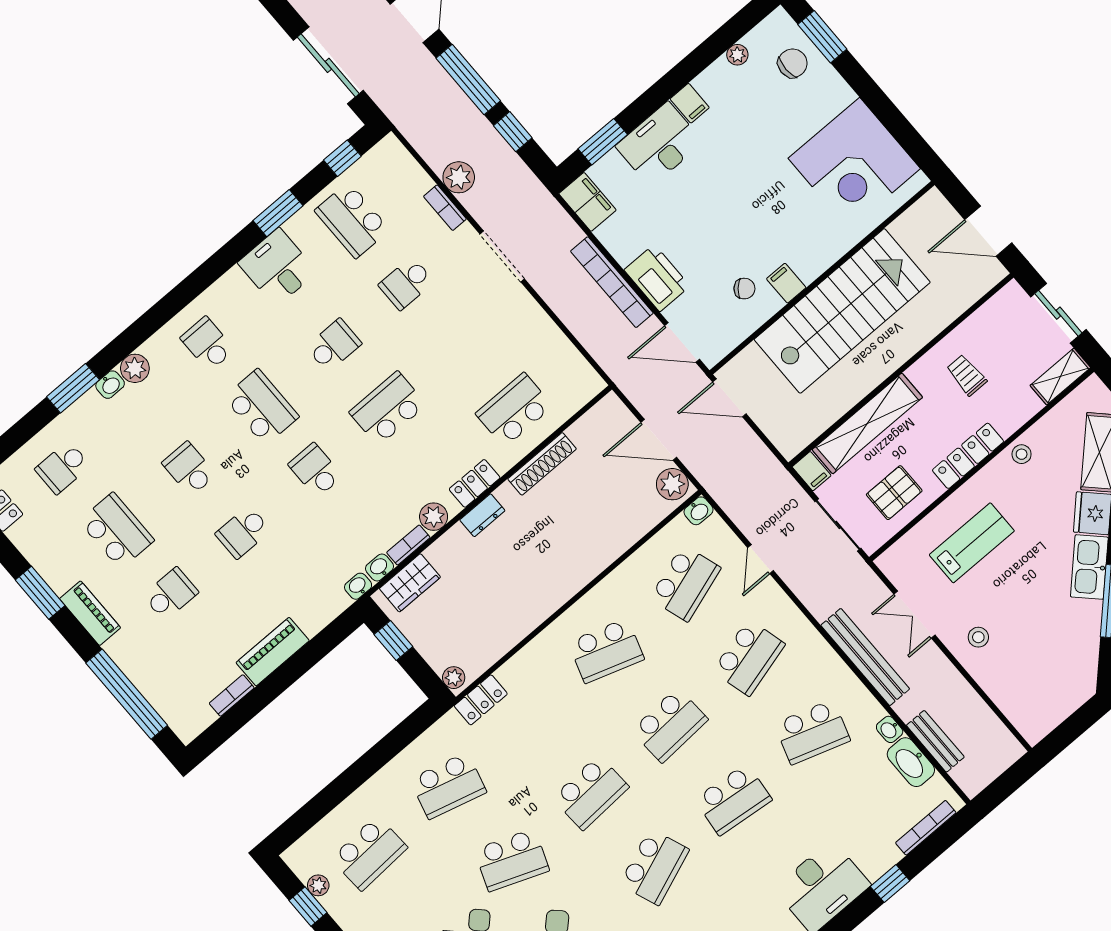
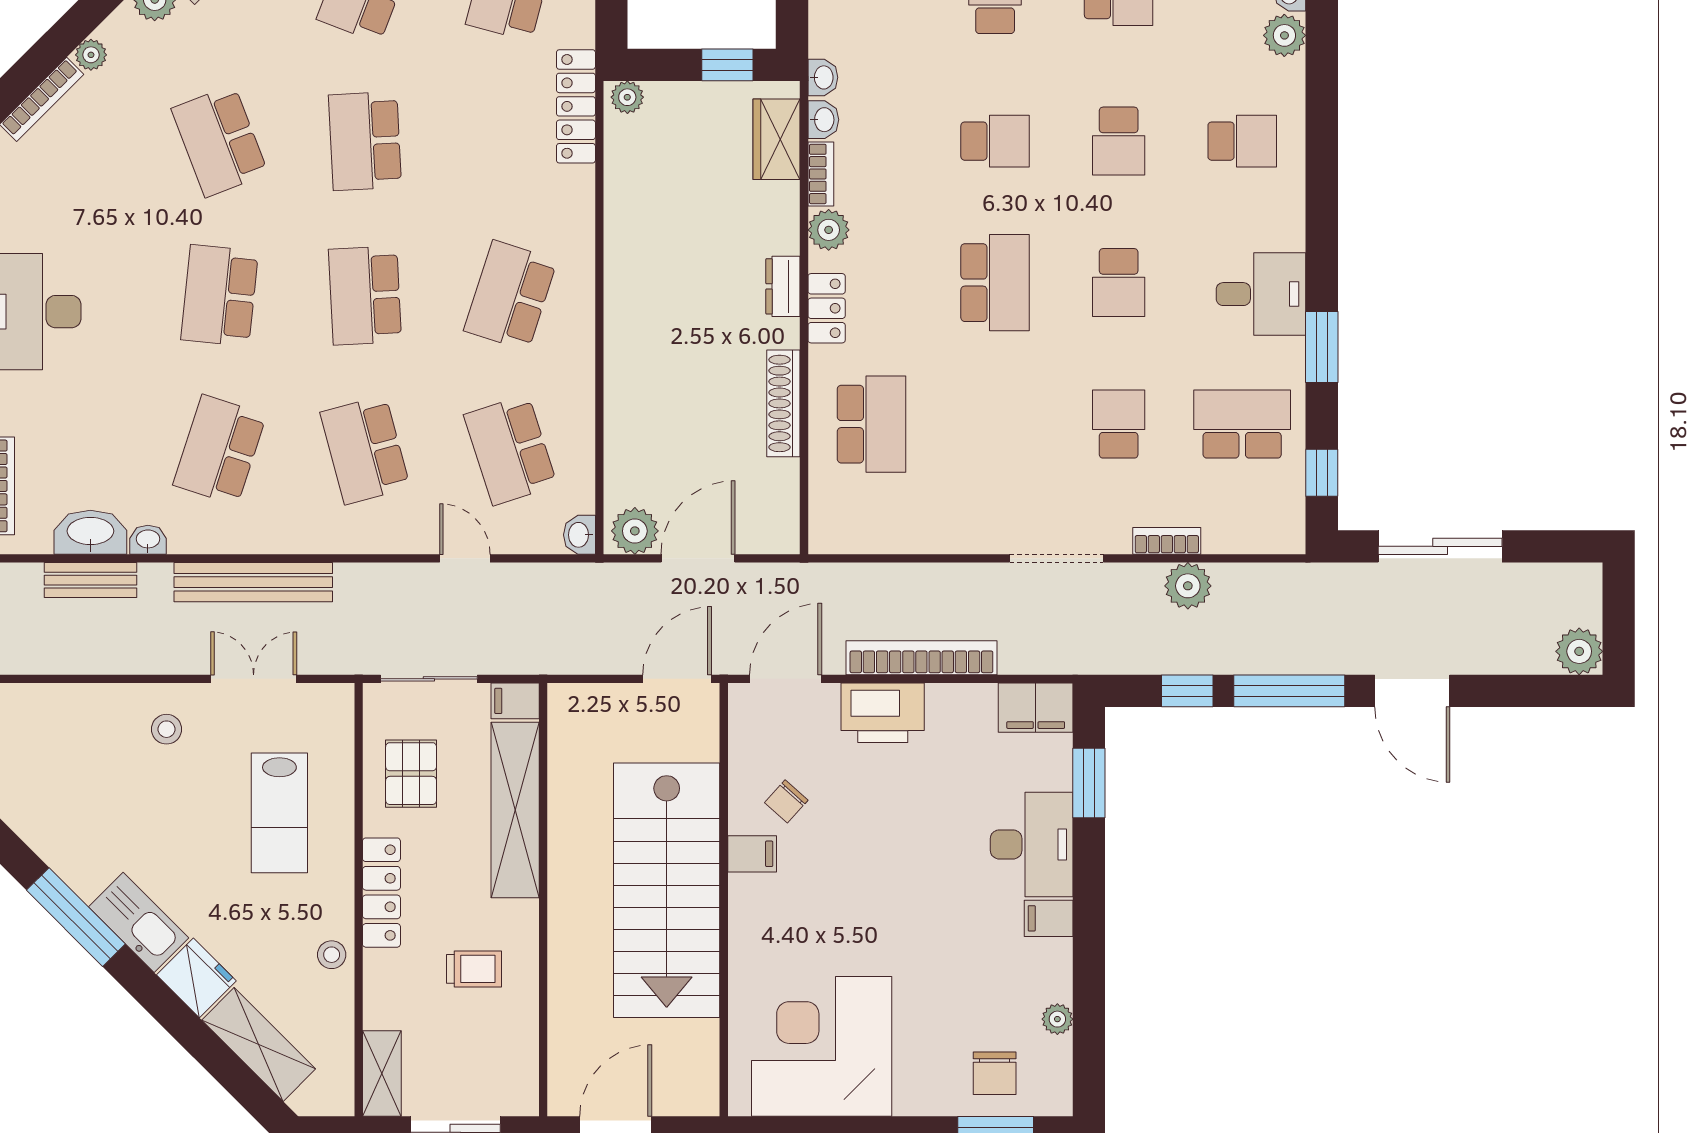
school desk: (261, 407) -> (1119, 141), width x0.54
locker: (481, 700) -> (576, 106), width x1.53

